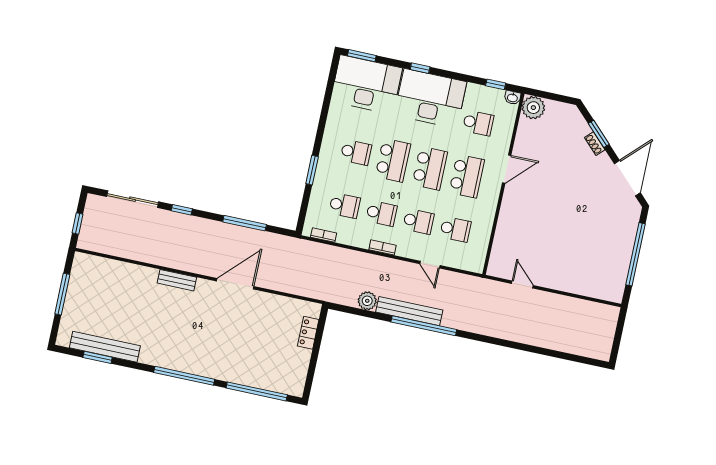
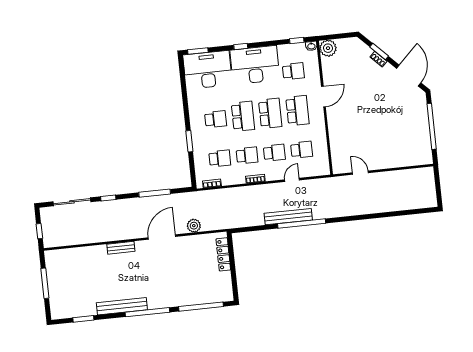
door: (430, 265) -> (292, 180), swing flipped
plant: (367, 301) -> (194, 226), moved
locker: (308, 333) -> (223, 254), width x1.53
bench: (105, 347) -> (122, 306), moved

